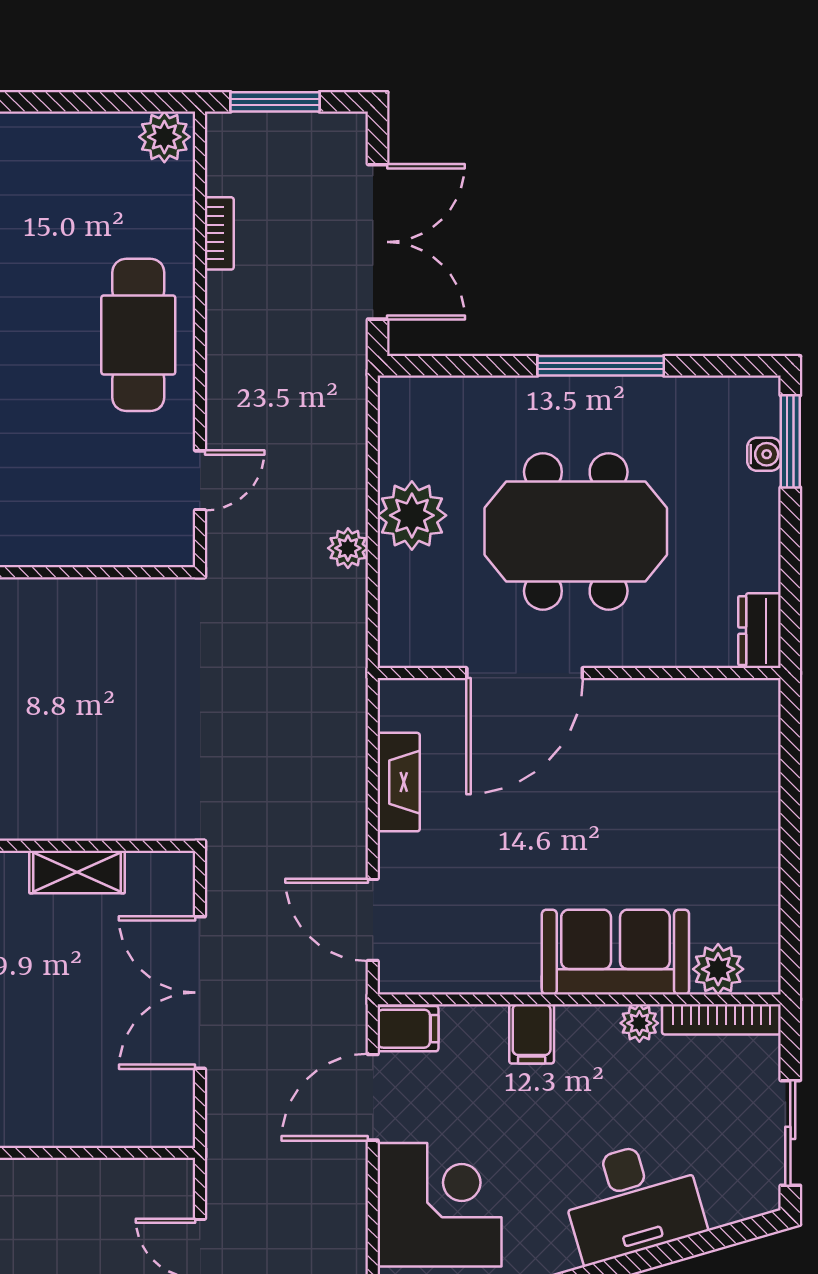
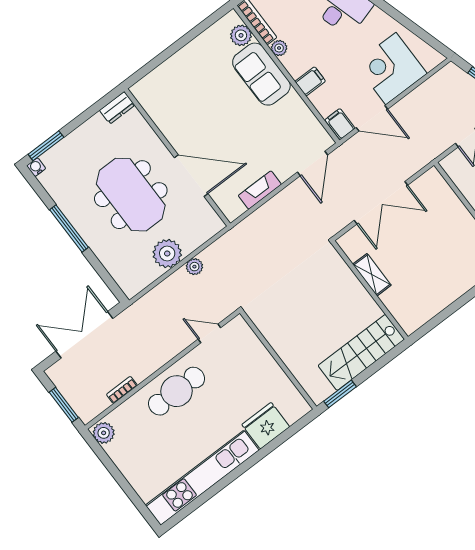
water cooler: (764, 454) -> (36, 167), moved

